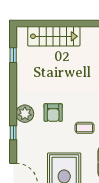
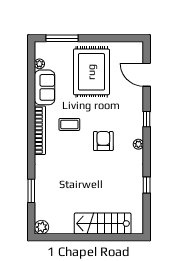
window: (13, 55) -> (147, 185), moved
plant: (25, 114) -> (138, 144), width x0.53, depth x0.53

